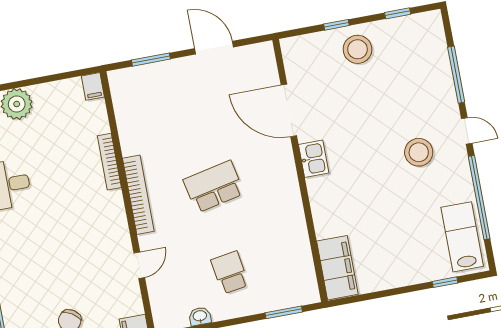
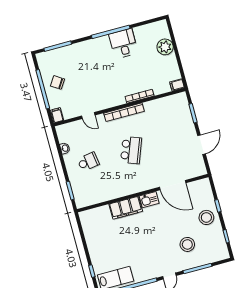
door: (289, 110) -> (173, 185), swing flipped
stool: (419, 152) -> (187, 244), moved
school desk: (214, 187) -> (131, 150), turned 33
filing cabinet: (337, 268) -> (126, 208), moved

